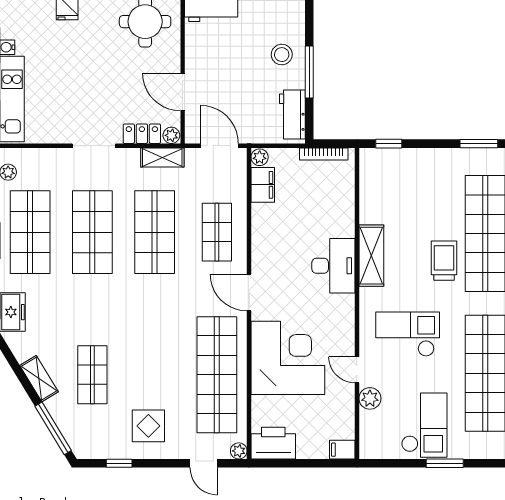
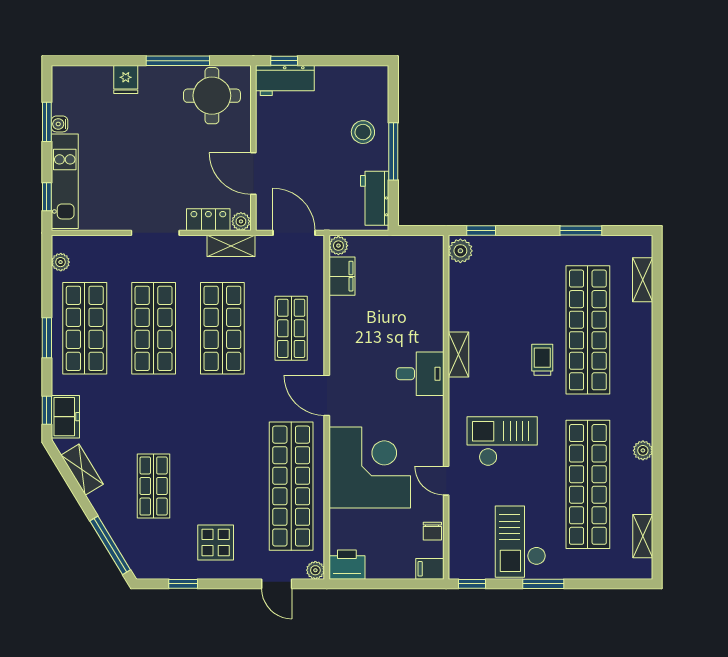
bookcase: (324, 154) -> (409, 242), removed
shelving: (371, 256) -> (459, 354), width x0.67, depth x0.75
trolley: (444, 261) -> (542, 360), width x0.73, depth x0.72
desk: (333, 266) -> (420, 374), width x0.73
shelving: (39, 379) -> (82, 470), moved
plant: (370, 398) -> (460, 251), moved
chair: (345, 416) -> (432, 531), added
checkout: (424, 425) -> (520, 542), turned 180
printer: (273, 443) -> (347, 565), width x0.73, depth x0.84
window: (380, 463) -> (472, 584), added

